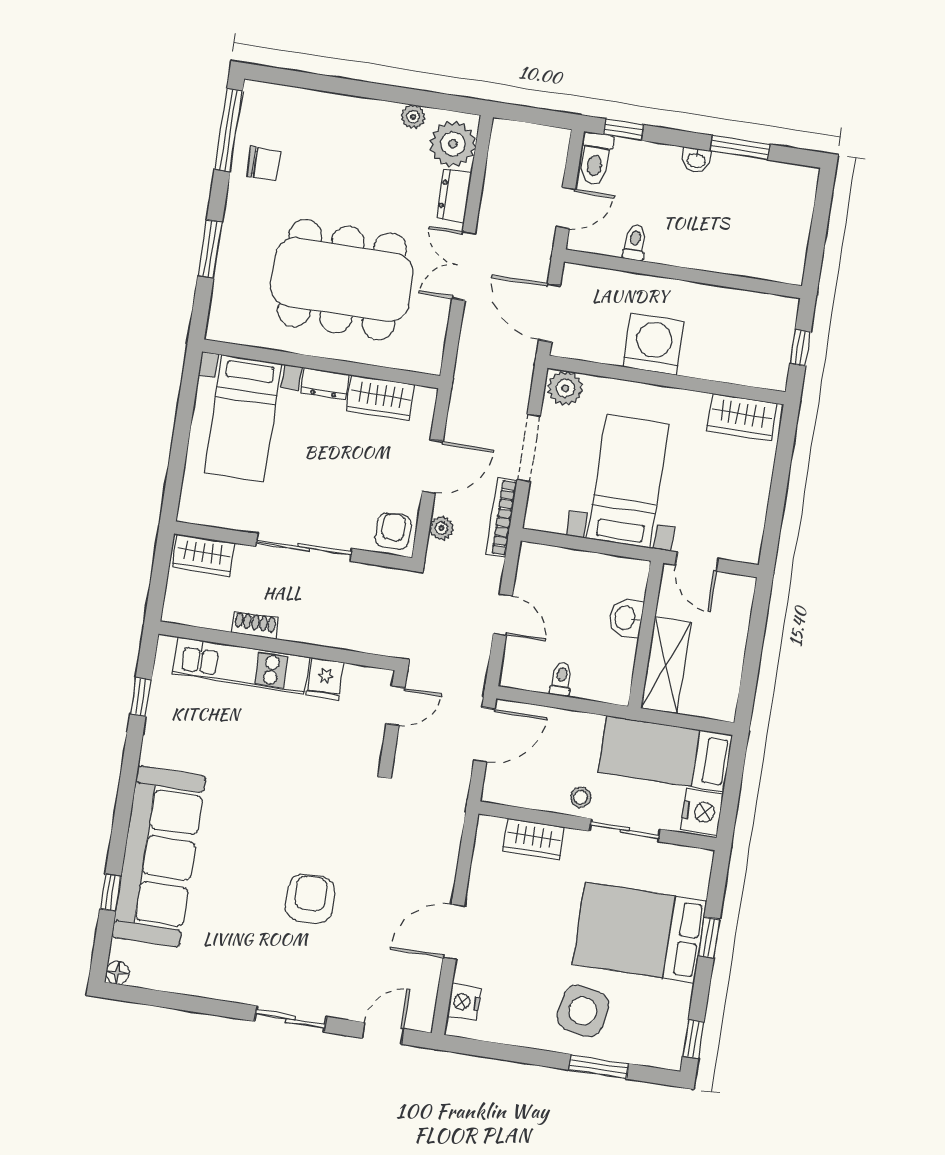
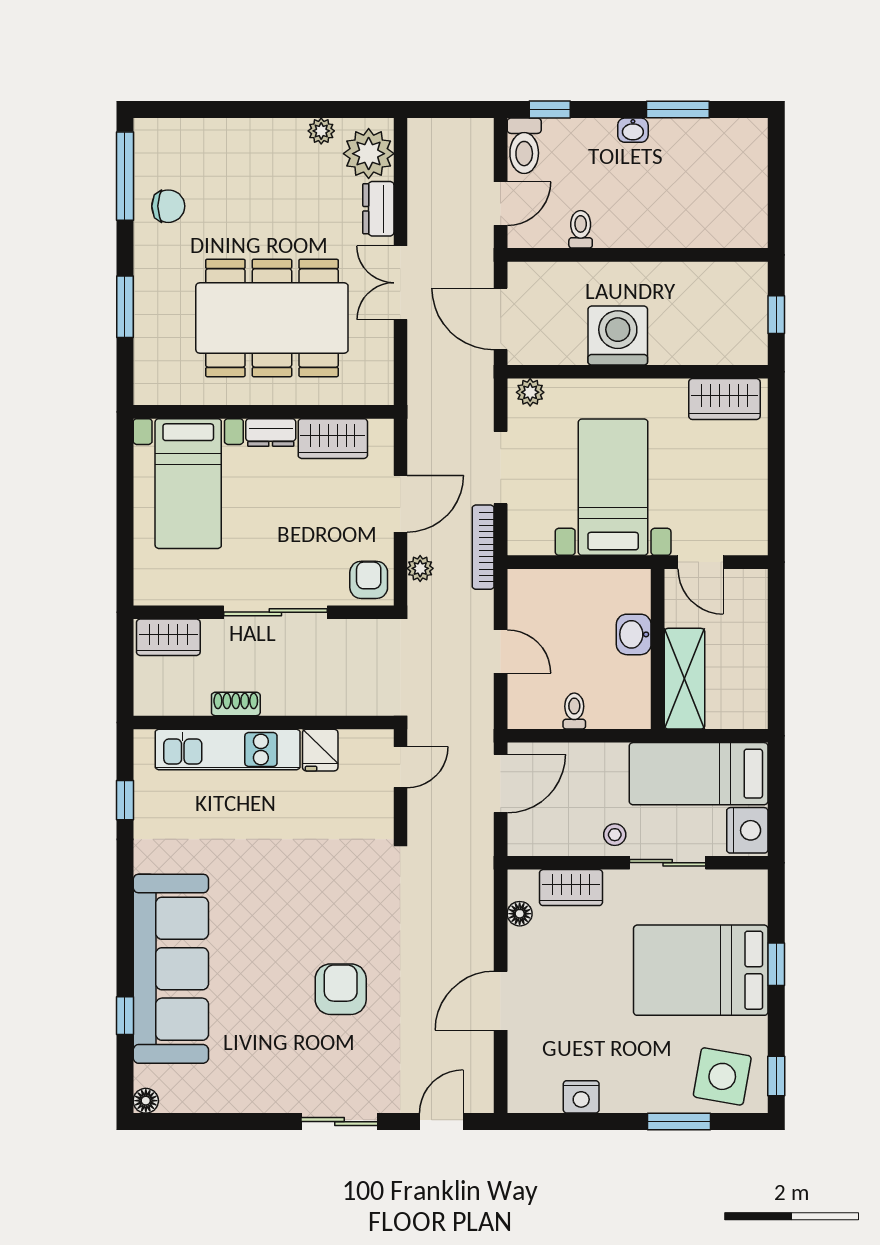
plant: (565, 388) -> (530, 392), width x0.73, depth x0.73
floor lamp: (483, 856) -> (520, 914), added
nightstand: (464, 1002) -> (581, 1097), moved, turned -90
side table: (583, 1011) -> (722, 1076), moved

